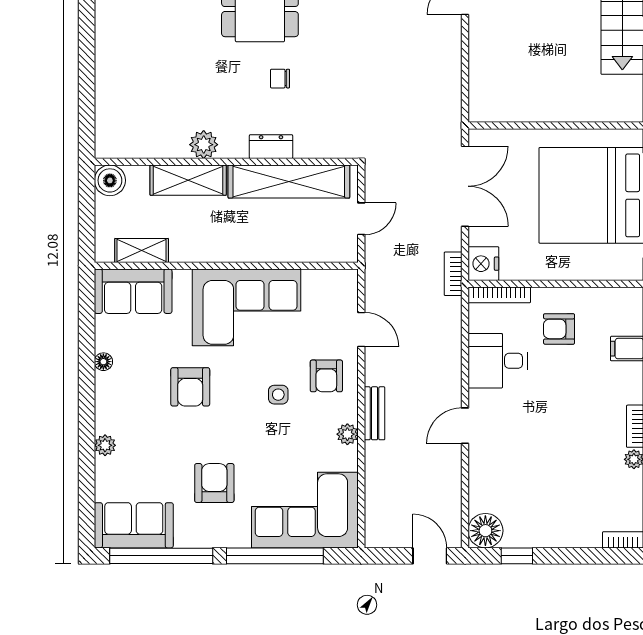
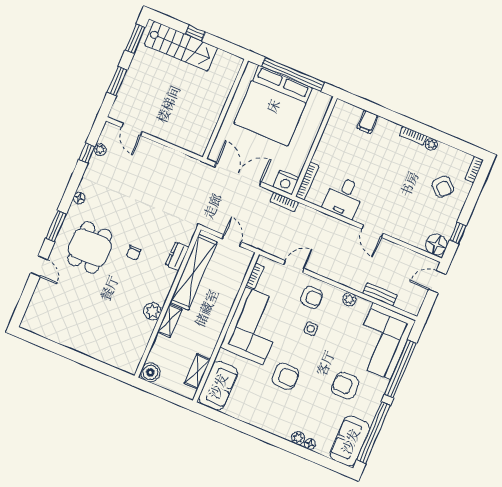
dresser: (271, 147) -> (177, 256), moved
shelving: (188, 180) -> (170, 320), width x0.67, depth x0.75
bookcase: (323, 277) -> (255, 276), added
armchair: (559, 329) -> (443, 187), moved, turned -46
floor lamp: (103, 362) -> (310, 444), moved
bench: (375, 413) -> (380, 294), moved

